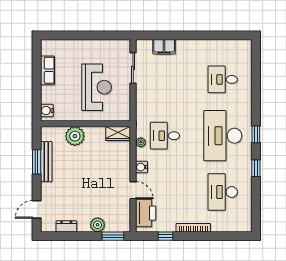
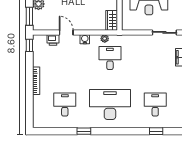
window: (256, 134) -> (156, 131), moved
door: (133, 190) -> (66, 32), swing flipped
desk: (223, 192) -> (65, 104), width x0.73
printer: (146, 213) -> (53, 40), width x0.53, depth x0.68
window: (165, 236) -> (29, 45), moved

